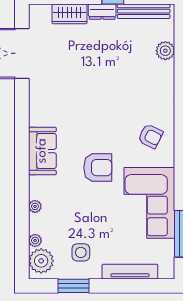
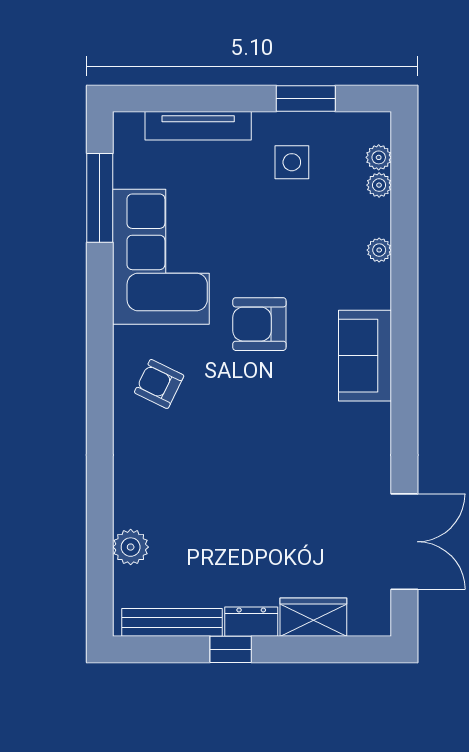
plant: (41, 261) -> (379, 157), width x0.53, depth x0.53

